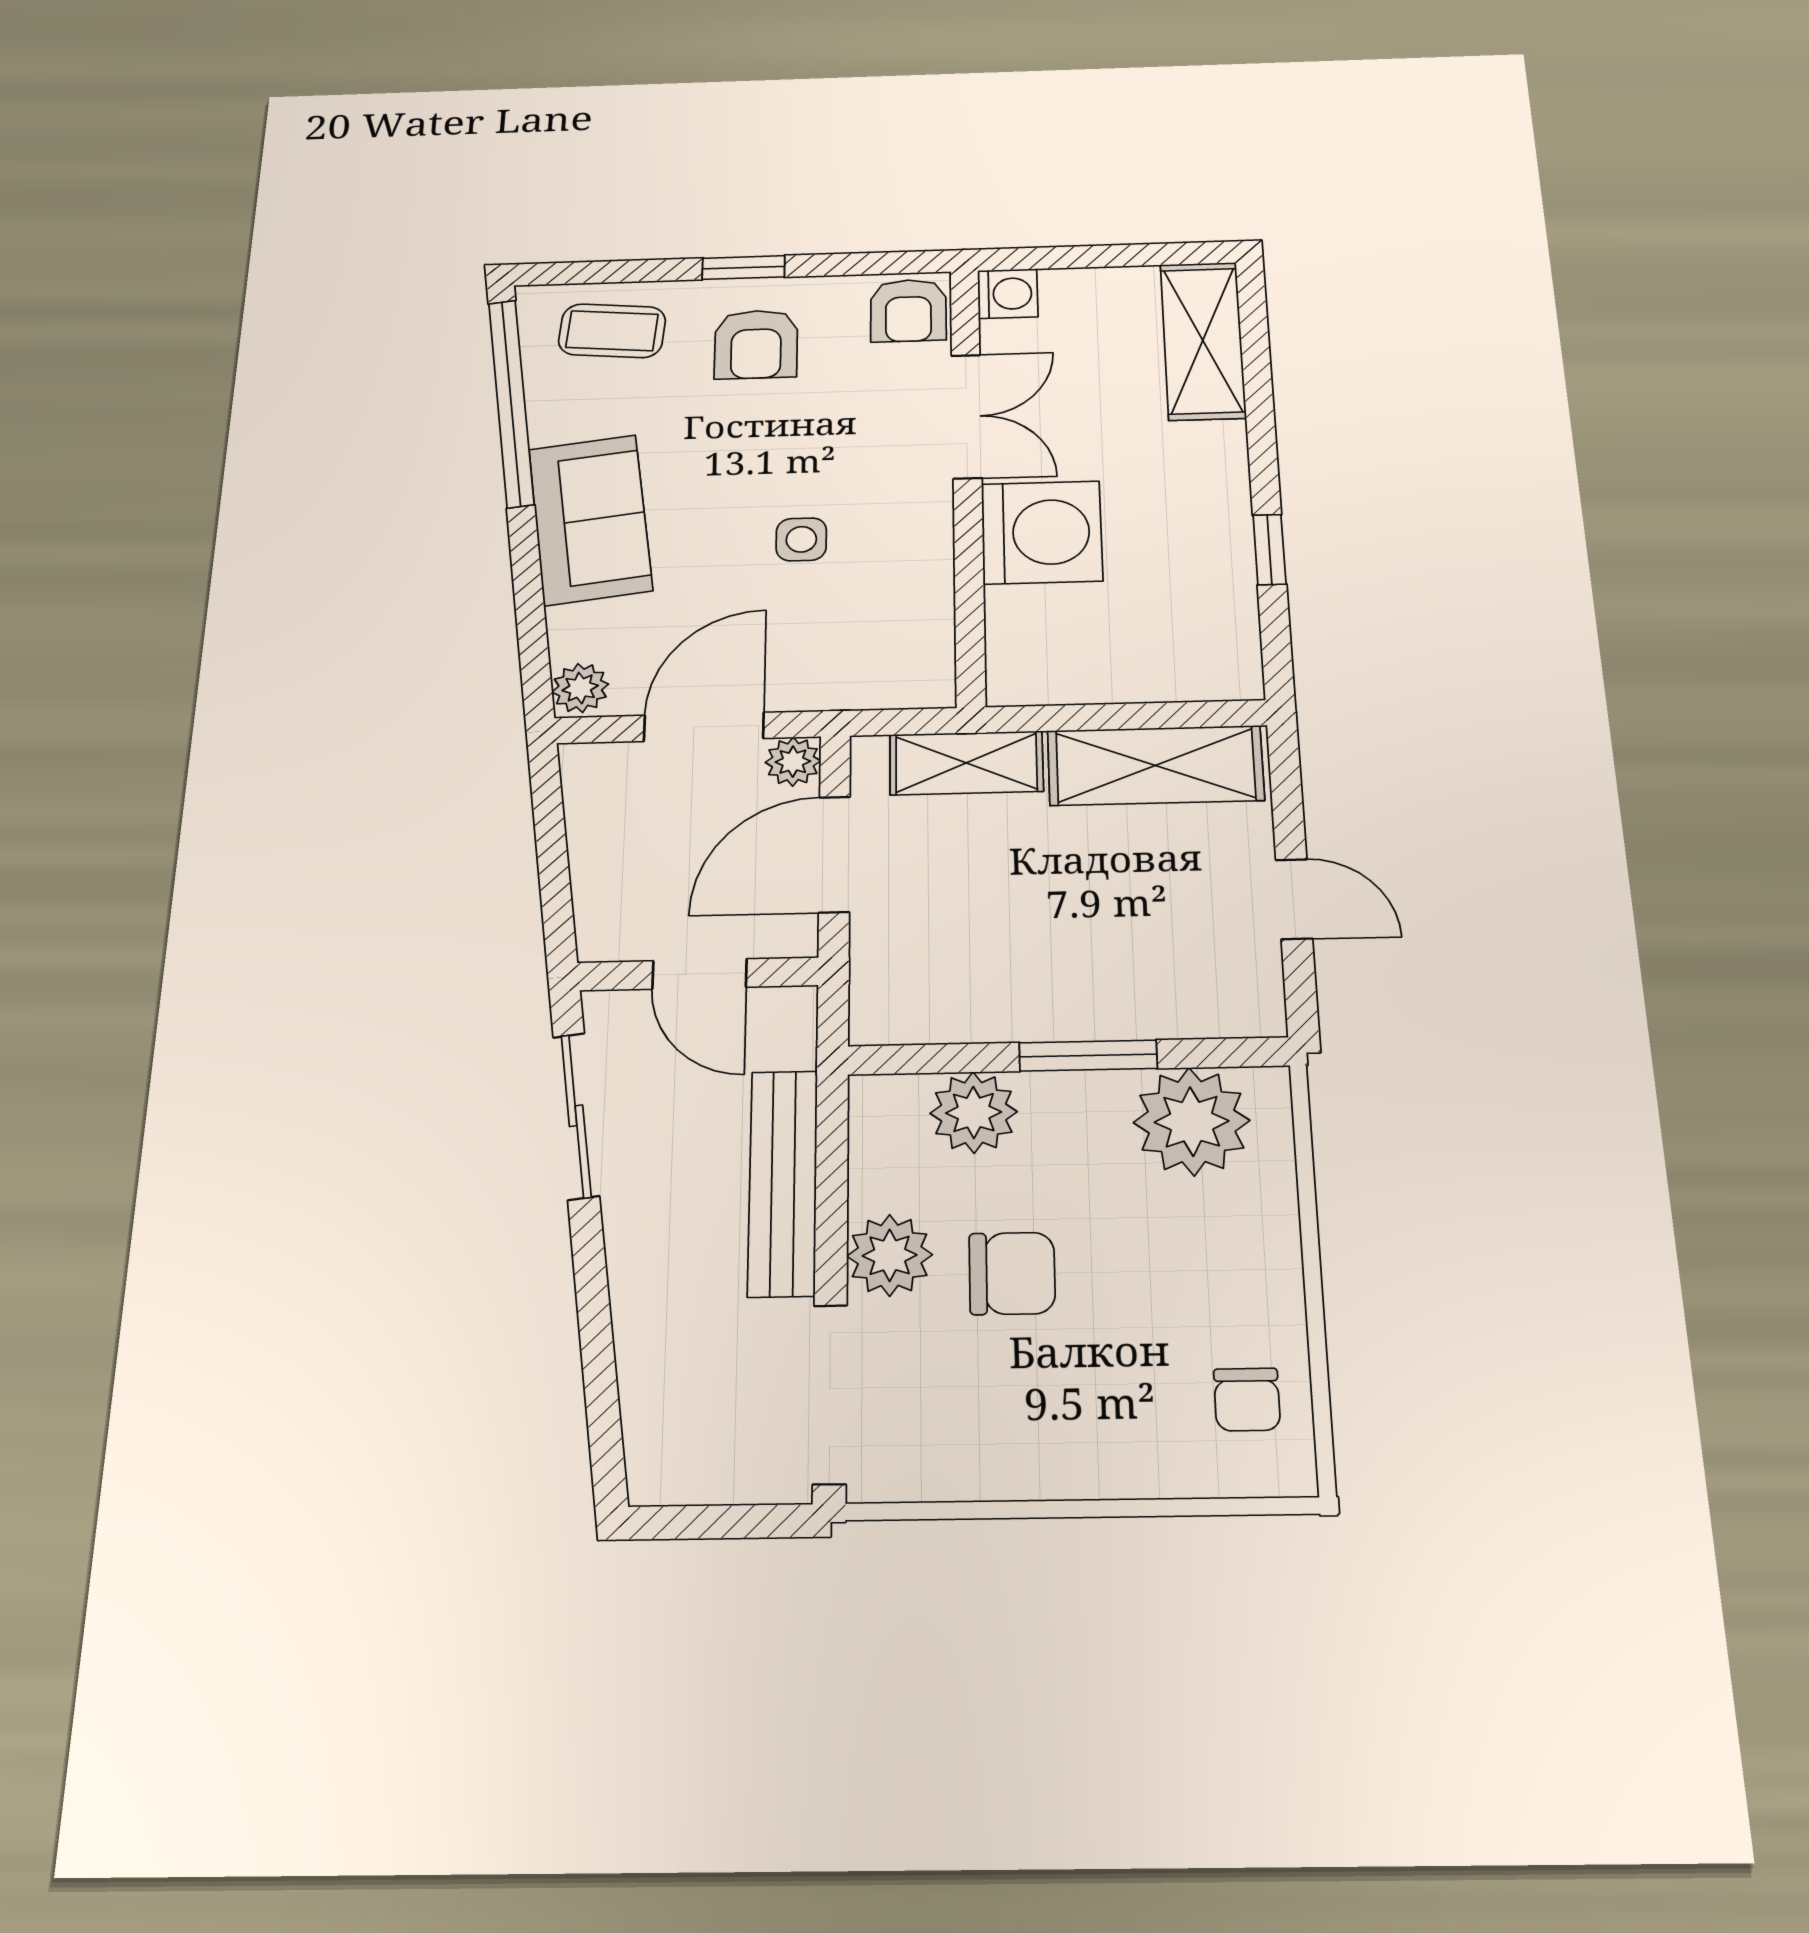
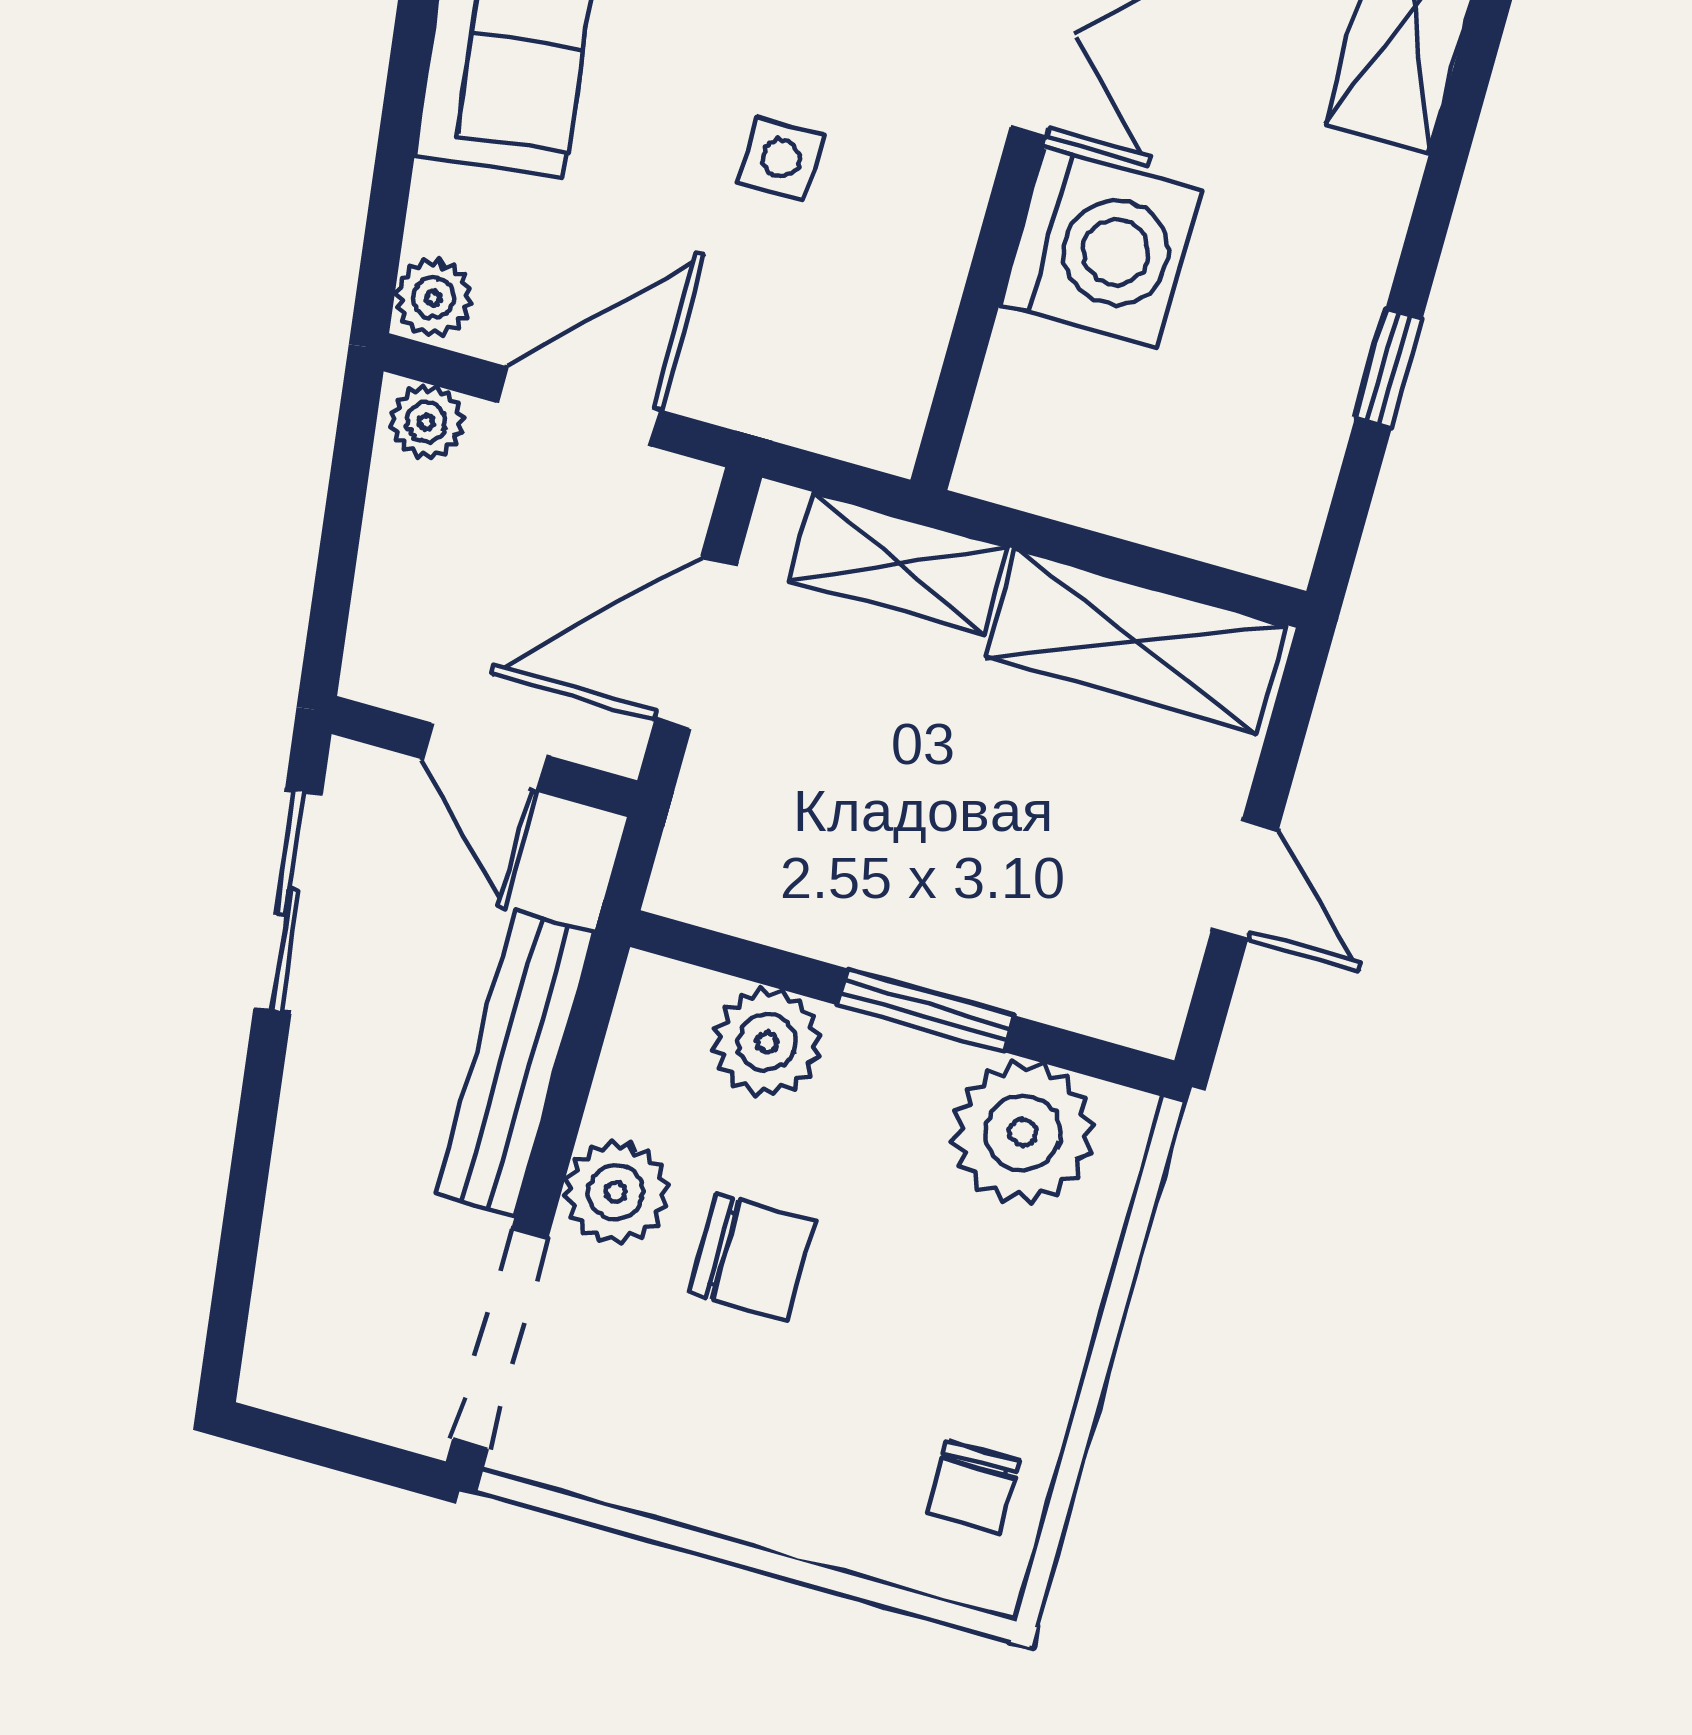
plant: (793, 762) -> (426, 422), moved

